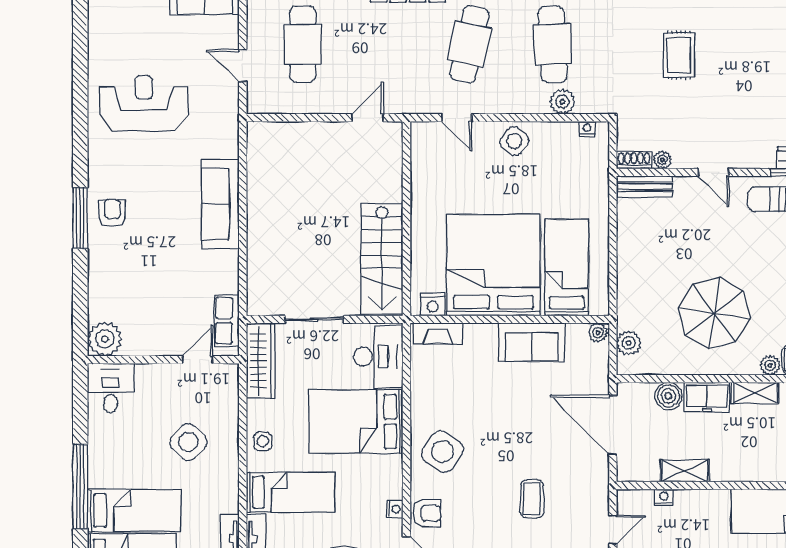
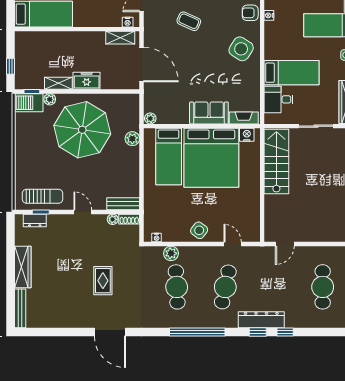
parasol: (714, 313) -> (82, 130), width x1.36, depth x1.36
sofa: (532, 342) -> (209, 113), moved
plant: (629, 343) -> (132, 139), moved
desk: (378, 357) -> (279, 99), width x0.73
boiler: (668, 396) -> (109, 81), removed
bed: (356, 421) -> (292, 73), width x0.67
shelving: (685, 471) -> (120, 38), moved
nightstand: (664, 498) -> (128, 22), moved
coffee table: (532, 499) -> (189, 21), turned -66

